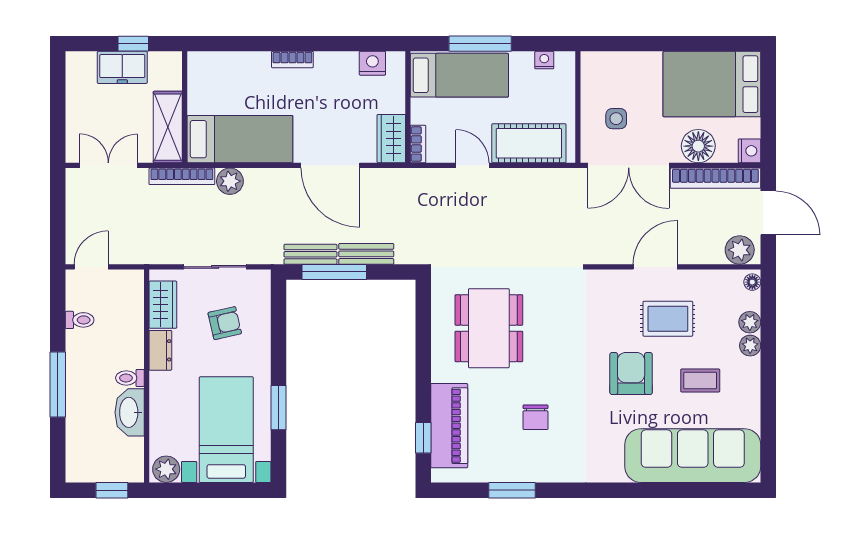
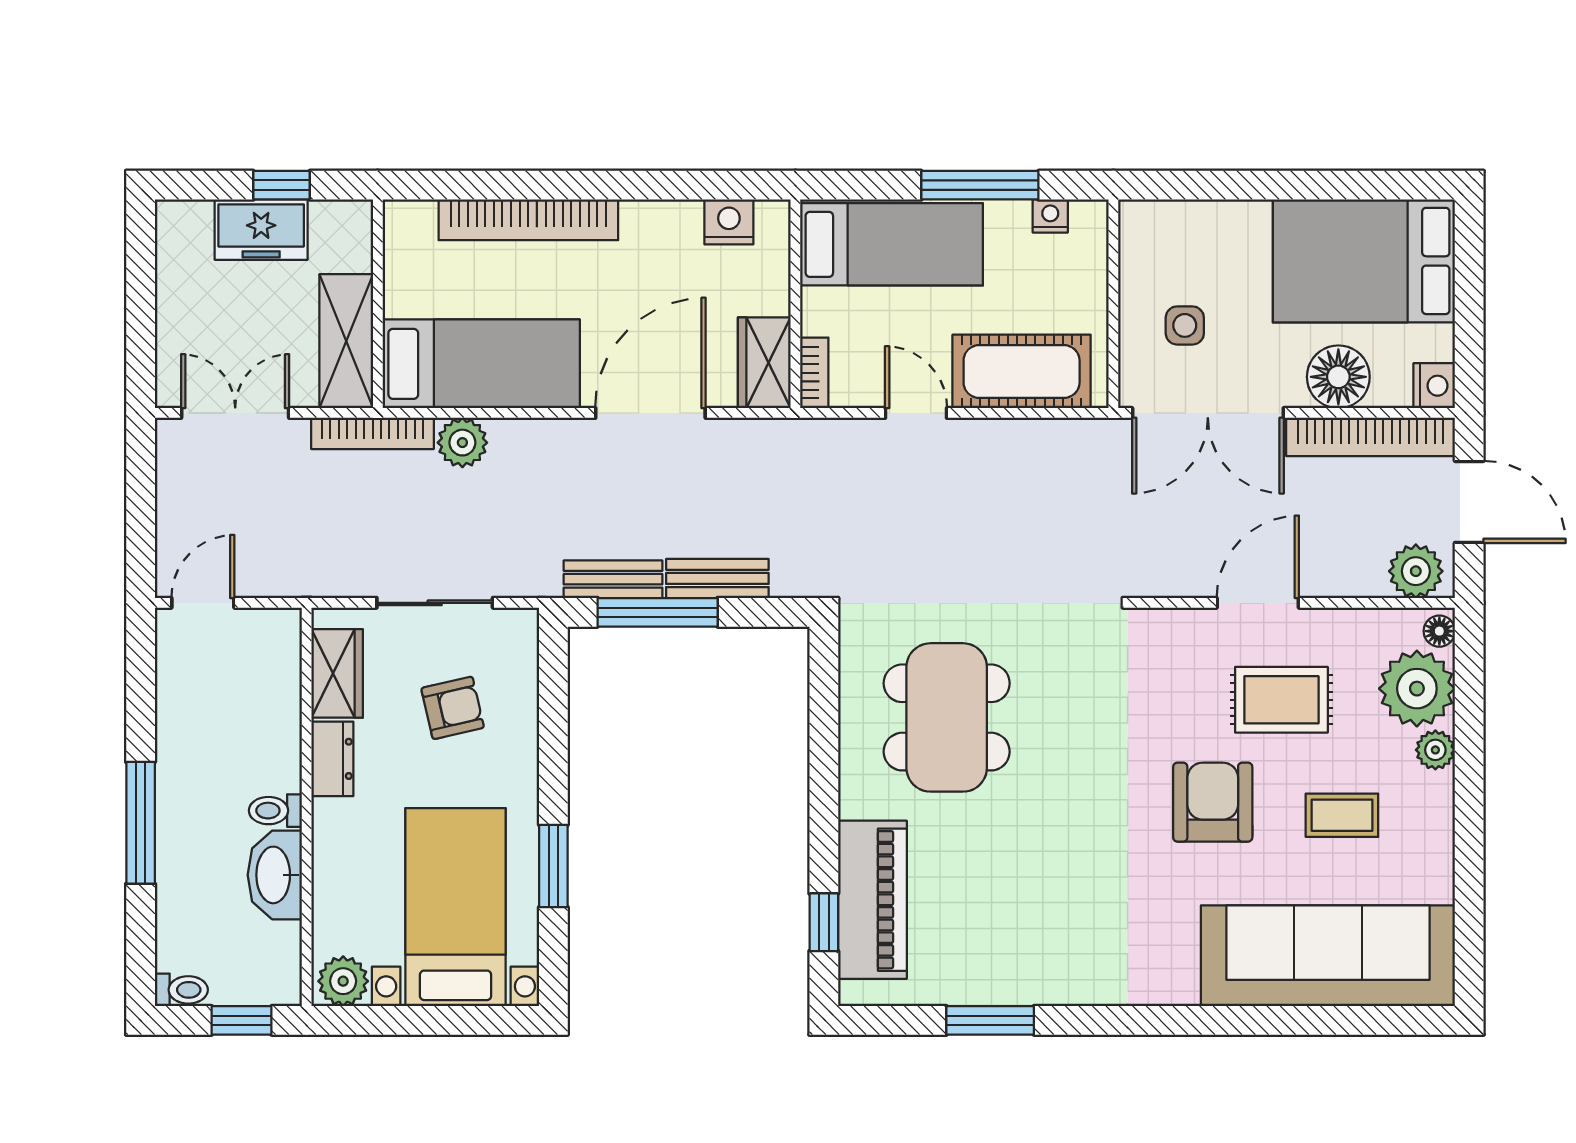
window: (480, 44) -> (980, 185), moved
bookcase: (292, 60) -> (528, 220), width x2.31, depth x1.31
door: (330, 165) -> (650, 413), swing flipped
toilet: (80, 320) -> (181, 990), moved
plant: (750, 322) -> (1417, 689), width x1.88, depth x1.88
chair: (536, 417) -> (1034, 884), removed

